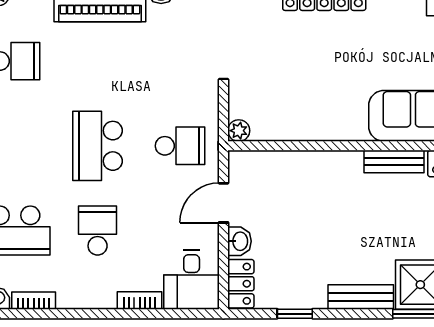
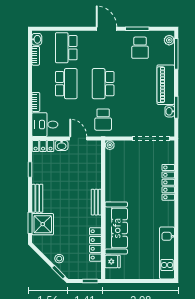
school desk: (98, 146) -> (103, 84), turned -90
bench: (394, 162) -> (96, 202), moved
school desk: (98, 231) -> (66, 84), width x1.85

